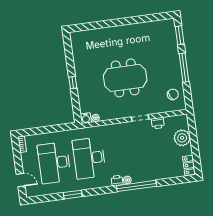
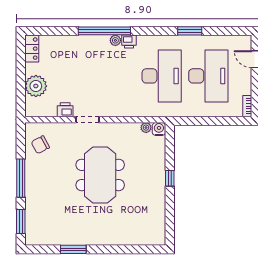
window: (138, 20) -> (73, 249), added
meeting table: (125, 78) -> (100, 175), turned 90

